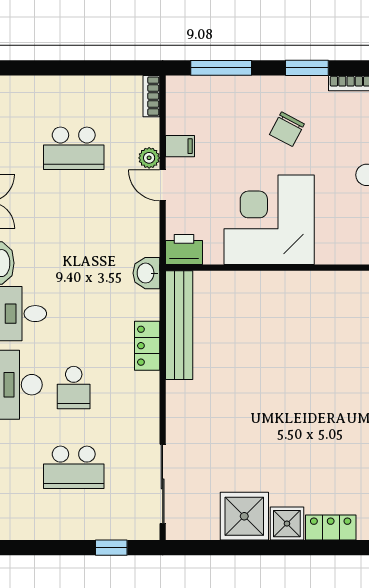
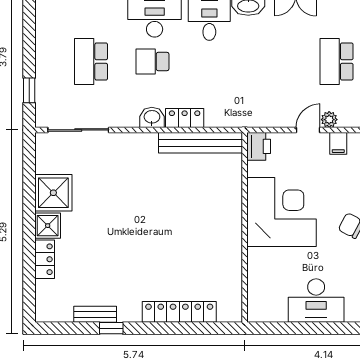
washbasin: (146, 273) -> (152, 117), moved

